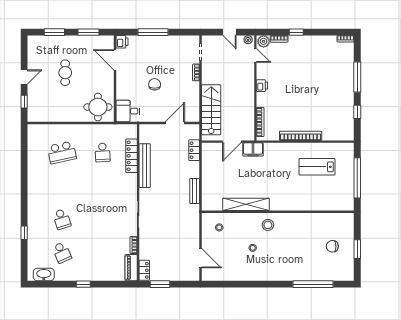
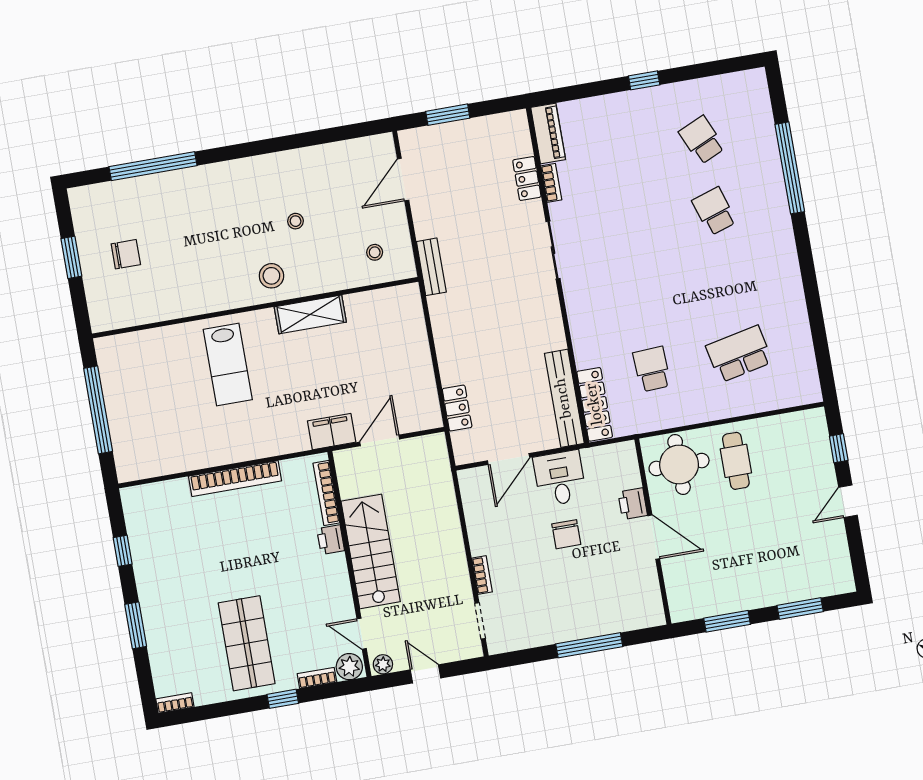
printer: (122, 42) -> (633, 504), moved
door: (115, 60) -> (654, 537), moved
shop shelf: (308, 60) -> (247, 643), added
cafe table: (65, 73) -> (736, 461), moved
window: (357, 77) -> (136, 625), width x0.69
printer: (262, 86) -> (331, 540), moved
stairs: (211, 110) -> (371, 551), moved, turned 180
desk: (128, 111) -> (560, 478), moved, turned -90
locker: (131, 156) -> (595, 404), moved
bench: (145, 166) -> (564, 398), moved
lab bench: (317, 167) -> (228, 364), moved, turned 90
bench: (195, 191) -> (431, 267), moved
shelving: (246, 204) -> (310, 314), width x0.68
window: (24, 233) -> (790, 168), width x3.17
door: (201, 258) -> (403, 180), hinge flipped
locker: (144, 270) -> (527, 178), moved
washbasin: (44, 274) -> (732, 86), removed
window: (160, 284) -> (448, 115), moved

